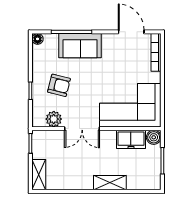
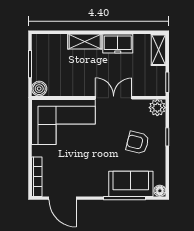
sofa: (80, 46) -> (131, 184), moved
plant: (54, 119) -> (157, 108), moved
freezer: (131, 139) -> (118, 44), moved, turned 180

